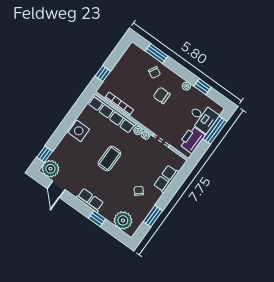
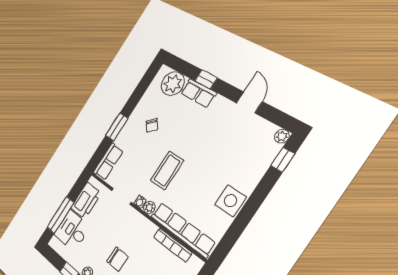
coffee table: (109, 159) -> (167, 170), moved
plant: (50, 169) -> (282, 136), width x0.53, depth x0.53
row of seats: (166, 179) -> (108, 162), moved
door: (56, 189) -> (249, 102), moved
row of seats: (90, 200) -> (198, 93), moved
window: (153, 216) -> (117, 127), moved

